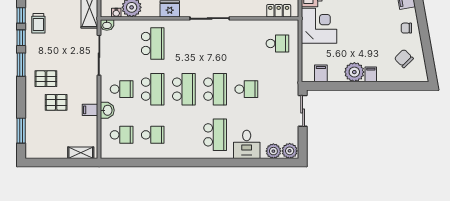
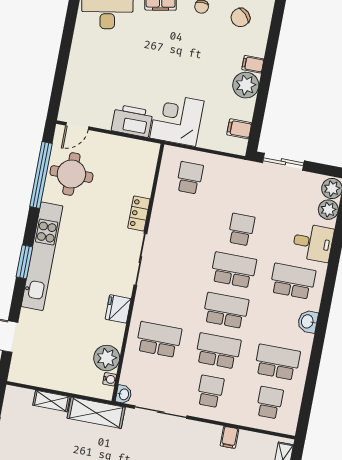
locker: (279, 11) -> (139, 213), moved
washbasin: (107, 110) -> (308, 322), moved, turned -90
school desk: (153, 135) -> (277, 362), width x1.85

